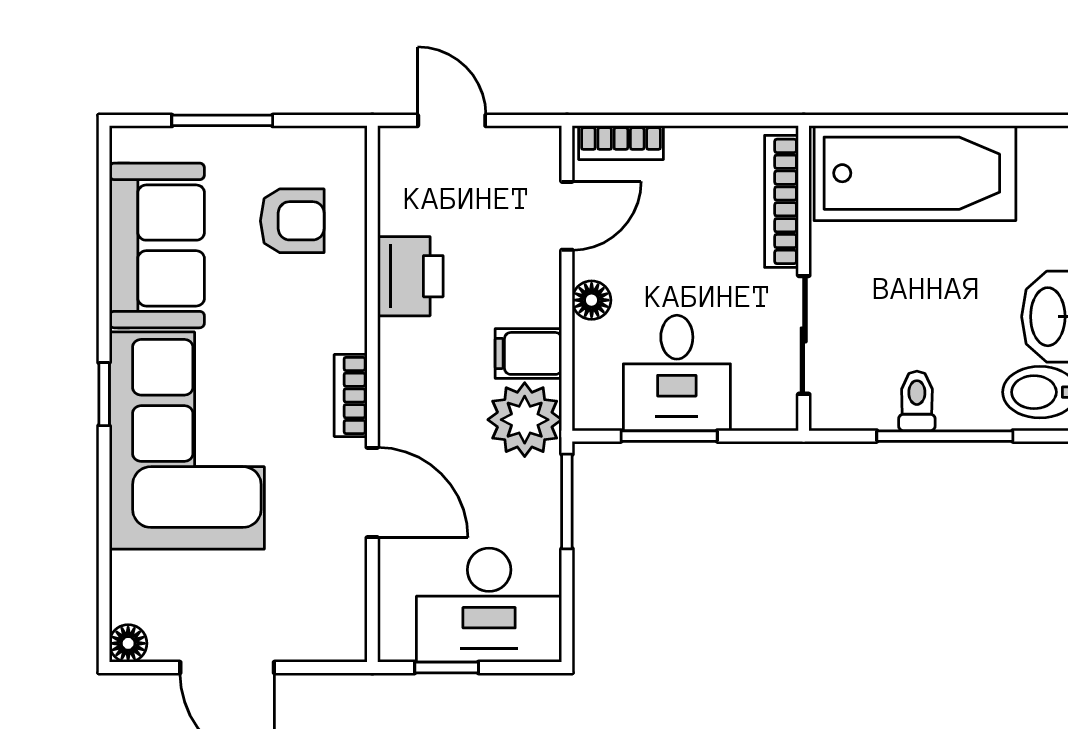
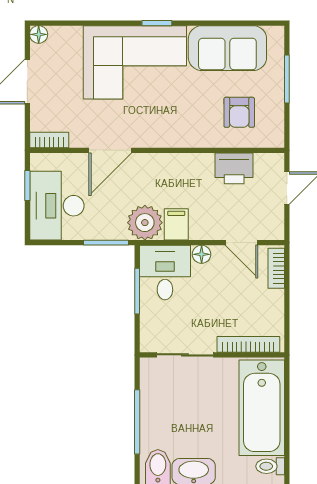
printer: (410, 276) -> (234, 168), moved
desk: (677, 373) -> (165, 273), moved, turned 90
bookcase: (351, 395) -> (49, 140), moved
toilet: (917, 401) -> (270, 466), moved, turned 180

